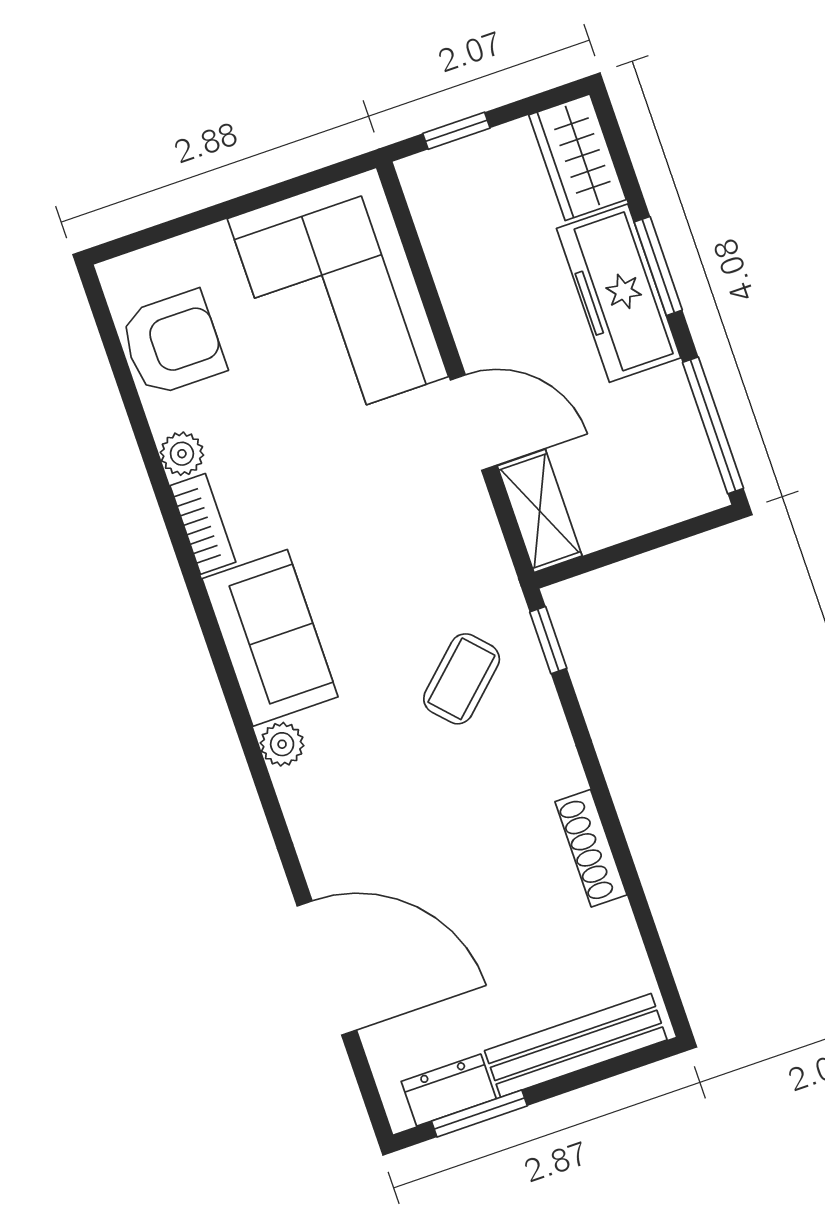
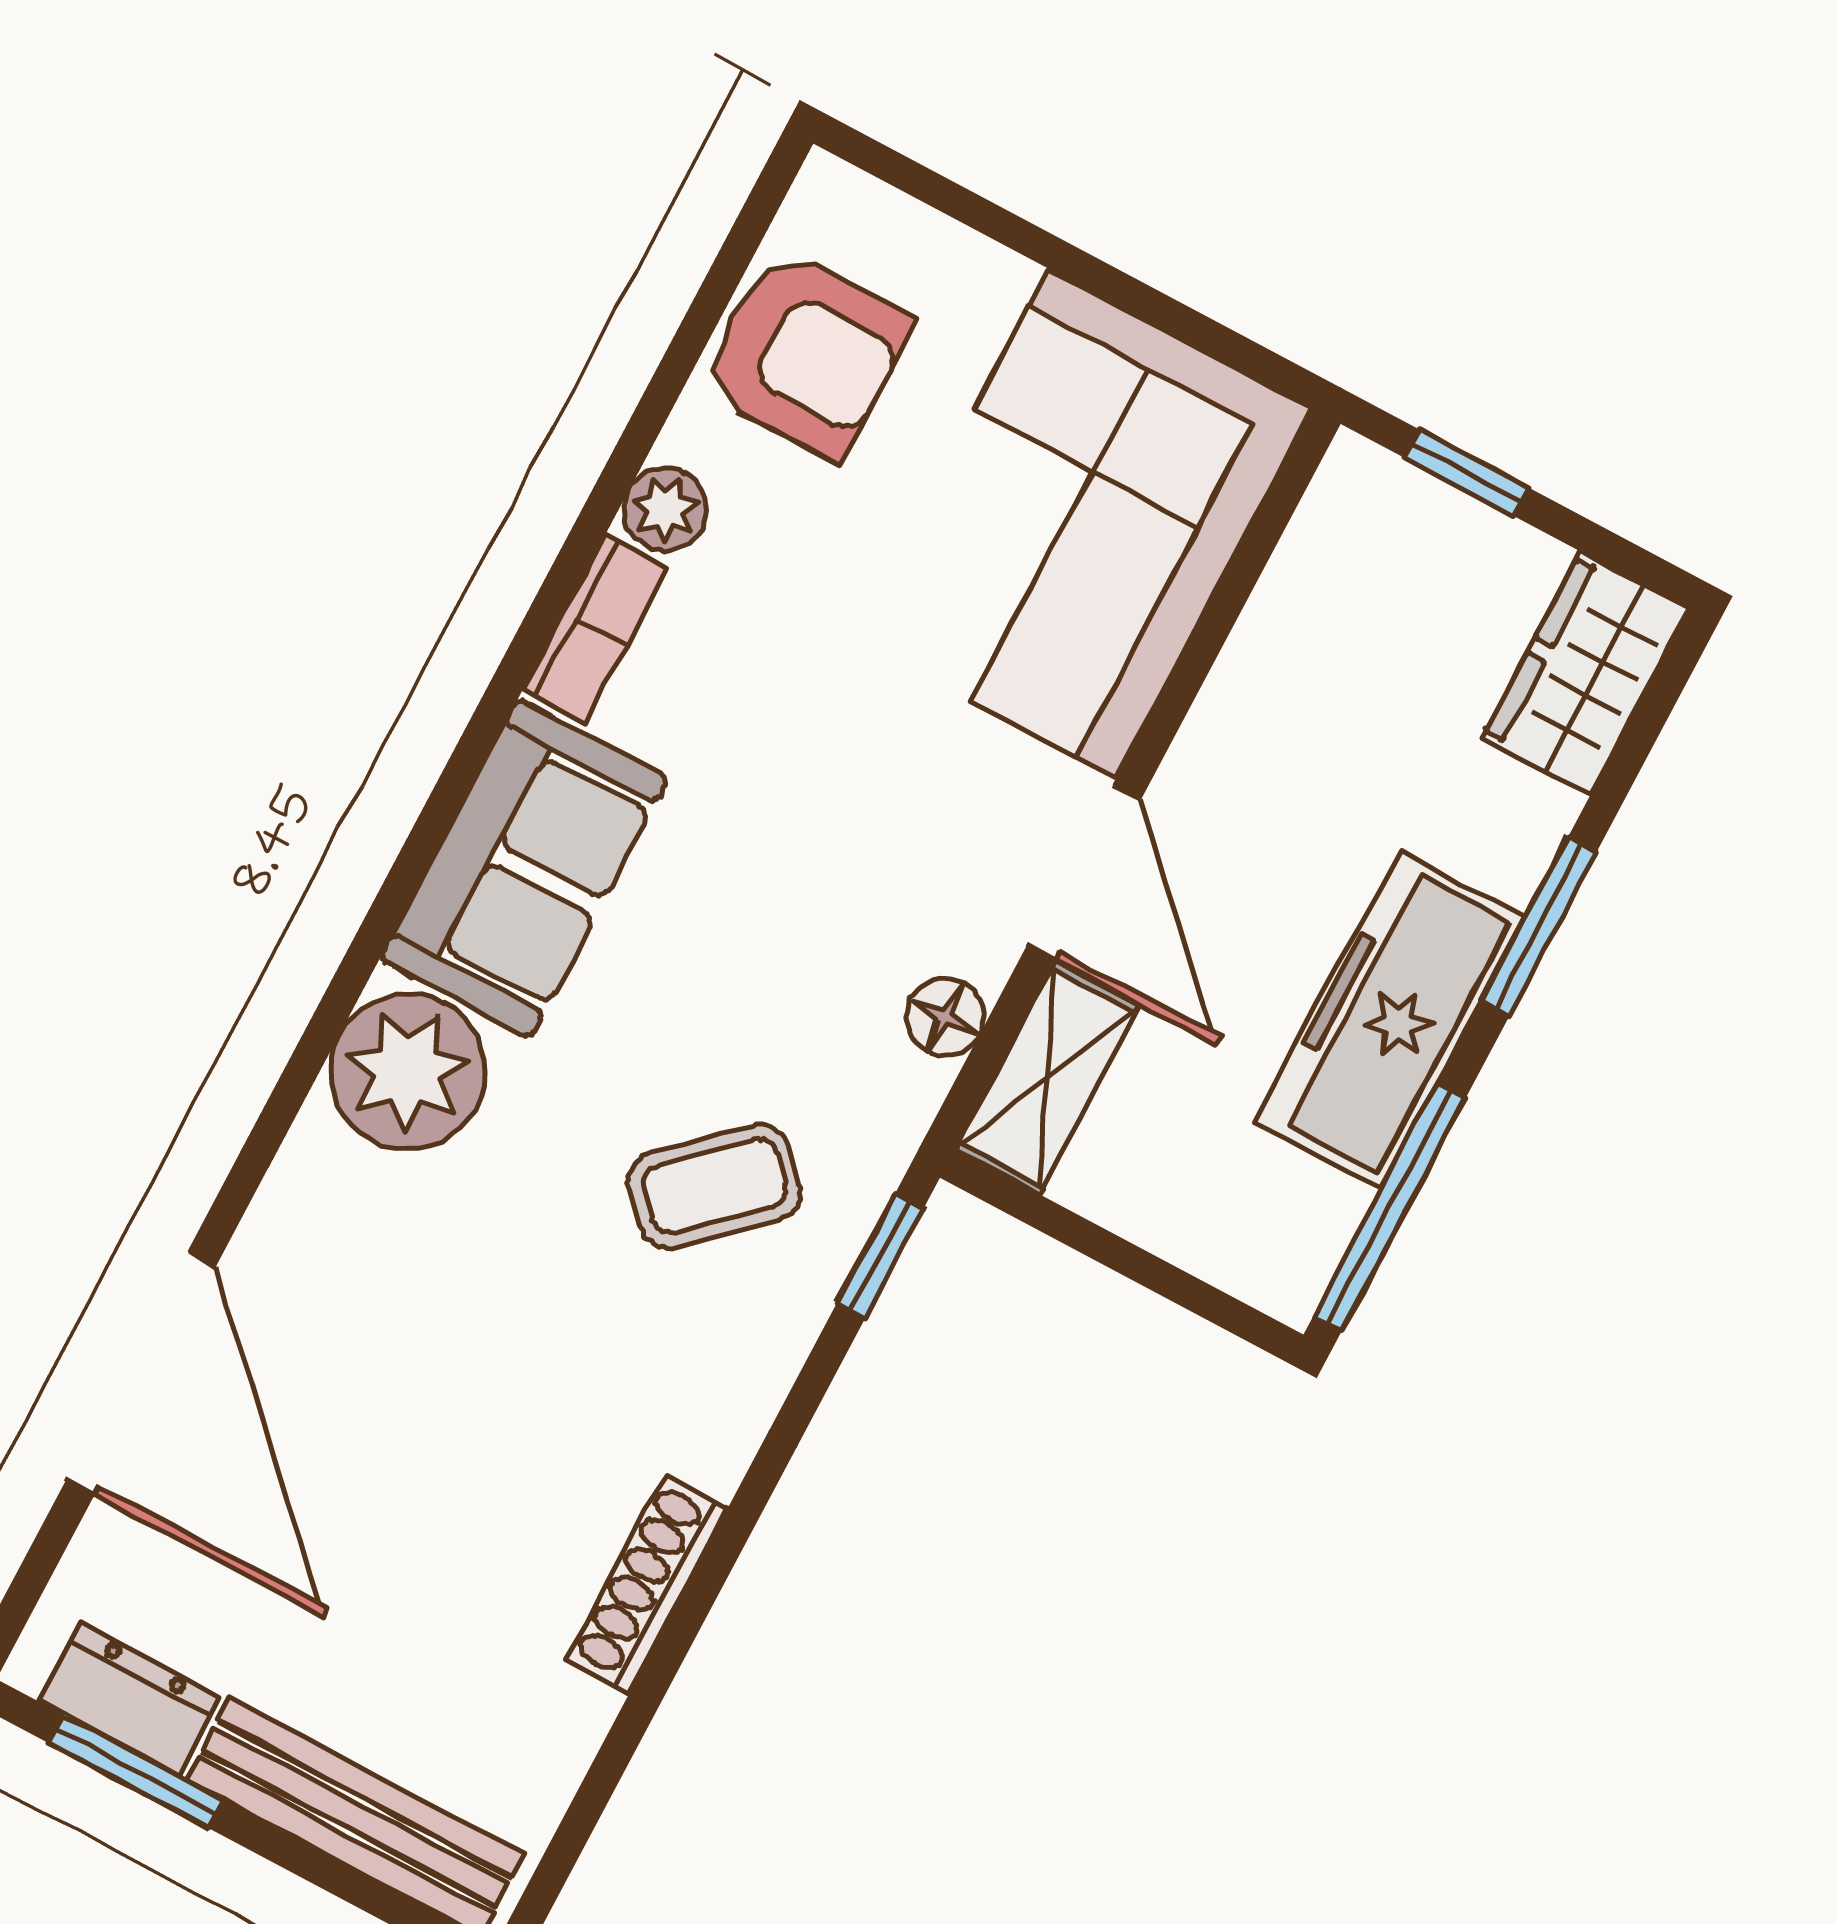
freezer: (619, 293) -> (1390, 1019), moved
floor lamp: (479, 528) -> (945, 1017), added
plant: (282, 744) -> (408, 1071), width x1.88, depth x1.88

